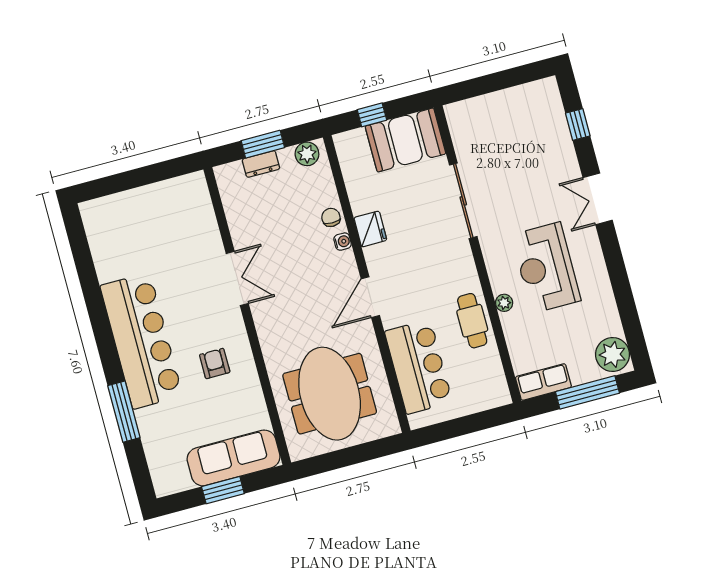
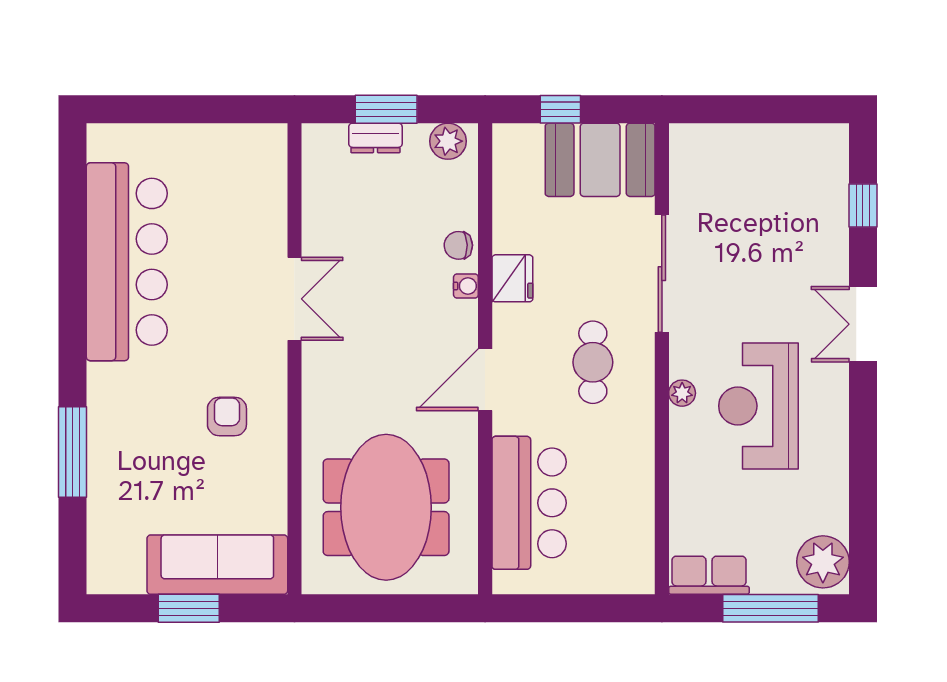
chair: (331, 217) -> (458, 245), turned -91
plant: (504, 303) -> (682, 393), moved
cafe table: (472, 321) -> (593, 362), moved
bar counter: (141, 341) -> (127, 262), moved

